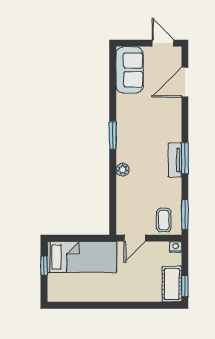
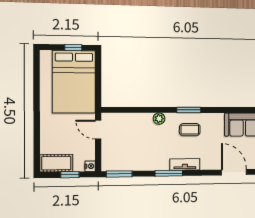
tv unit: (175, 160) -> (185, 164), moved
coffee table: (164, 220) -> (190, 130), moved
bed: (82, 257) -> (74, 82), width x1.50
window: (185, 286) -> (70, 175), moved

